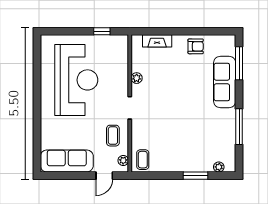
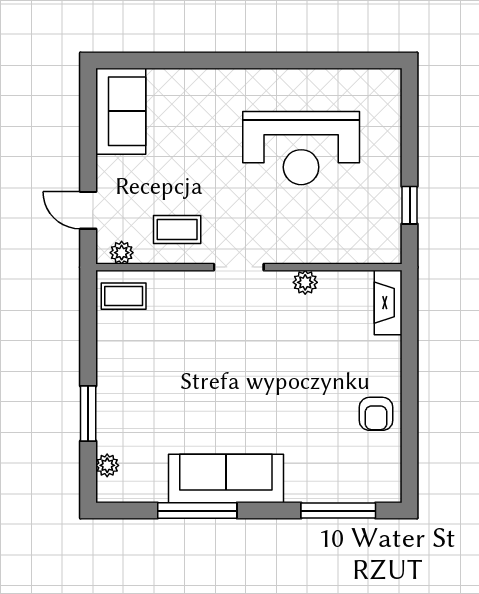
fireplace: (157, 41) -> (388, 303), moved
reception desk: (76, 80) -> (301, 148), width x0.74, depth x0.77
sofa: (225, 82) -> (226, 478), moved
sofa: (67, 161) -> (121, 111), width x0.73

